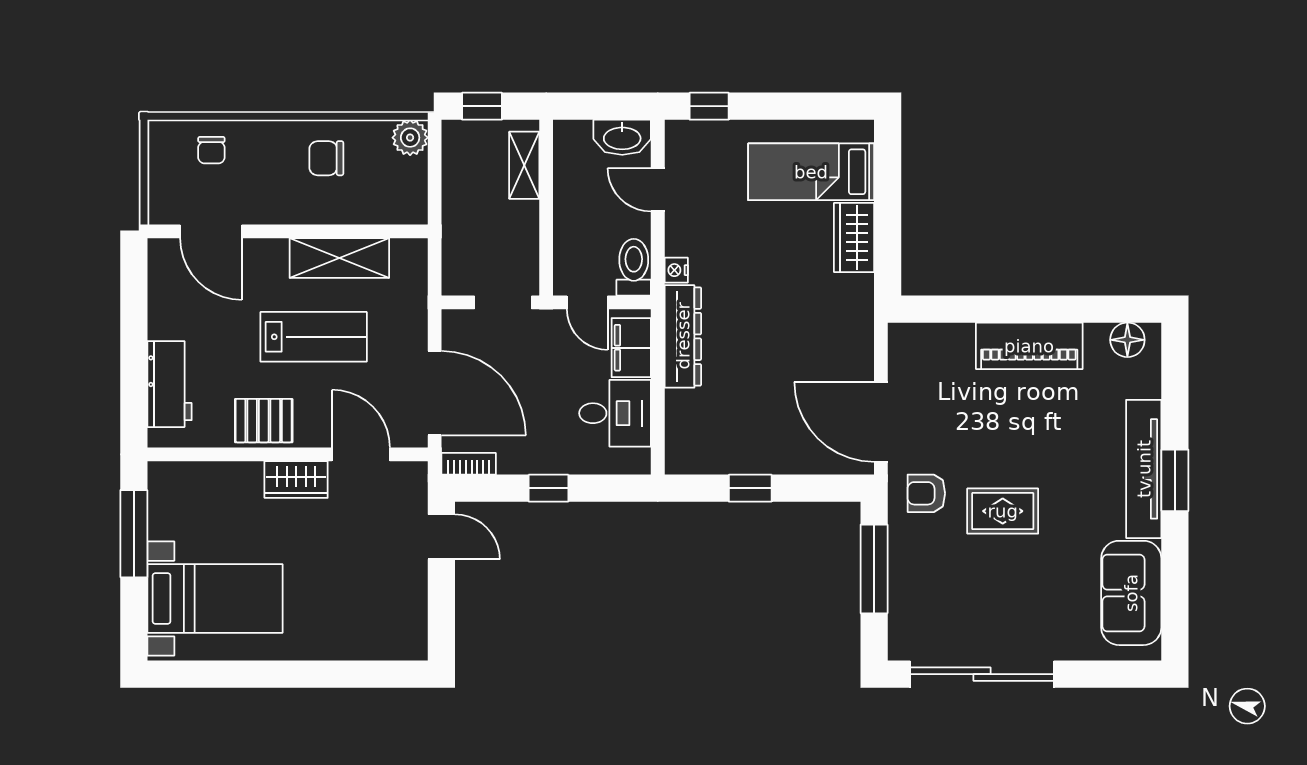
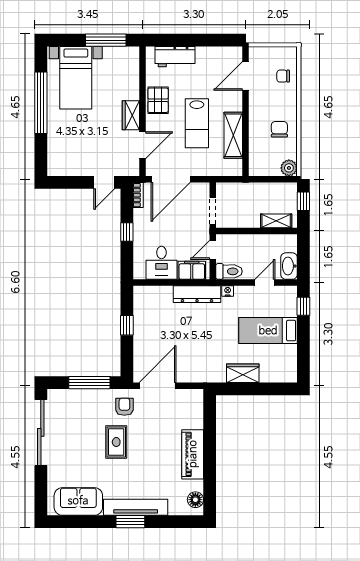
bed: (811, 172) -> (268, 331), moved, turned -90
window: (269, 674) -> (41, 103), added

